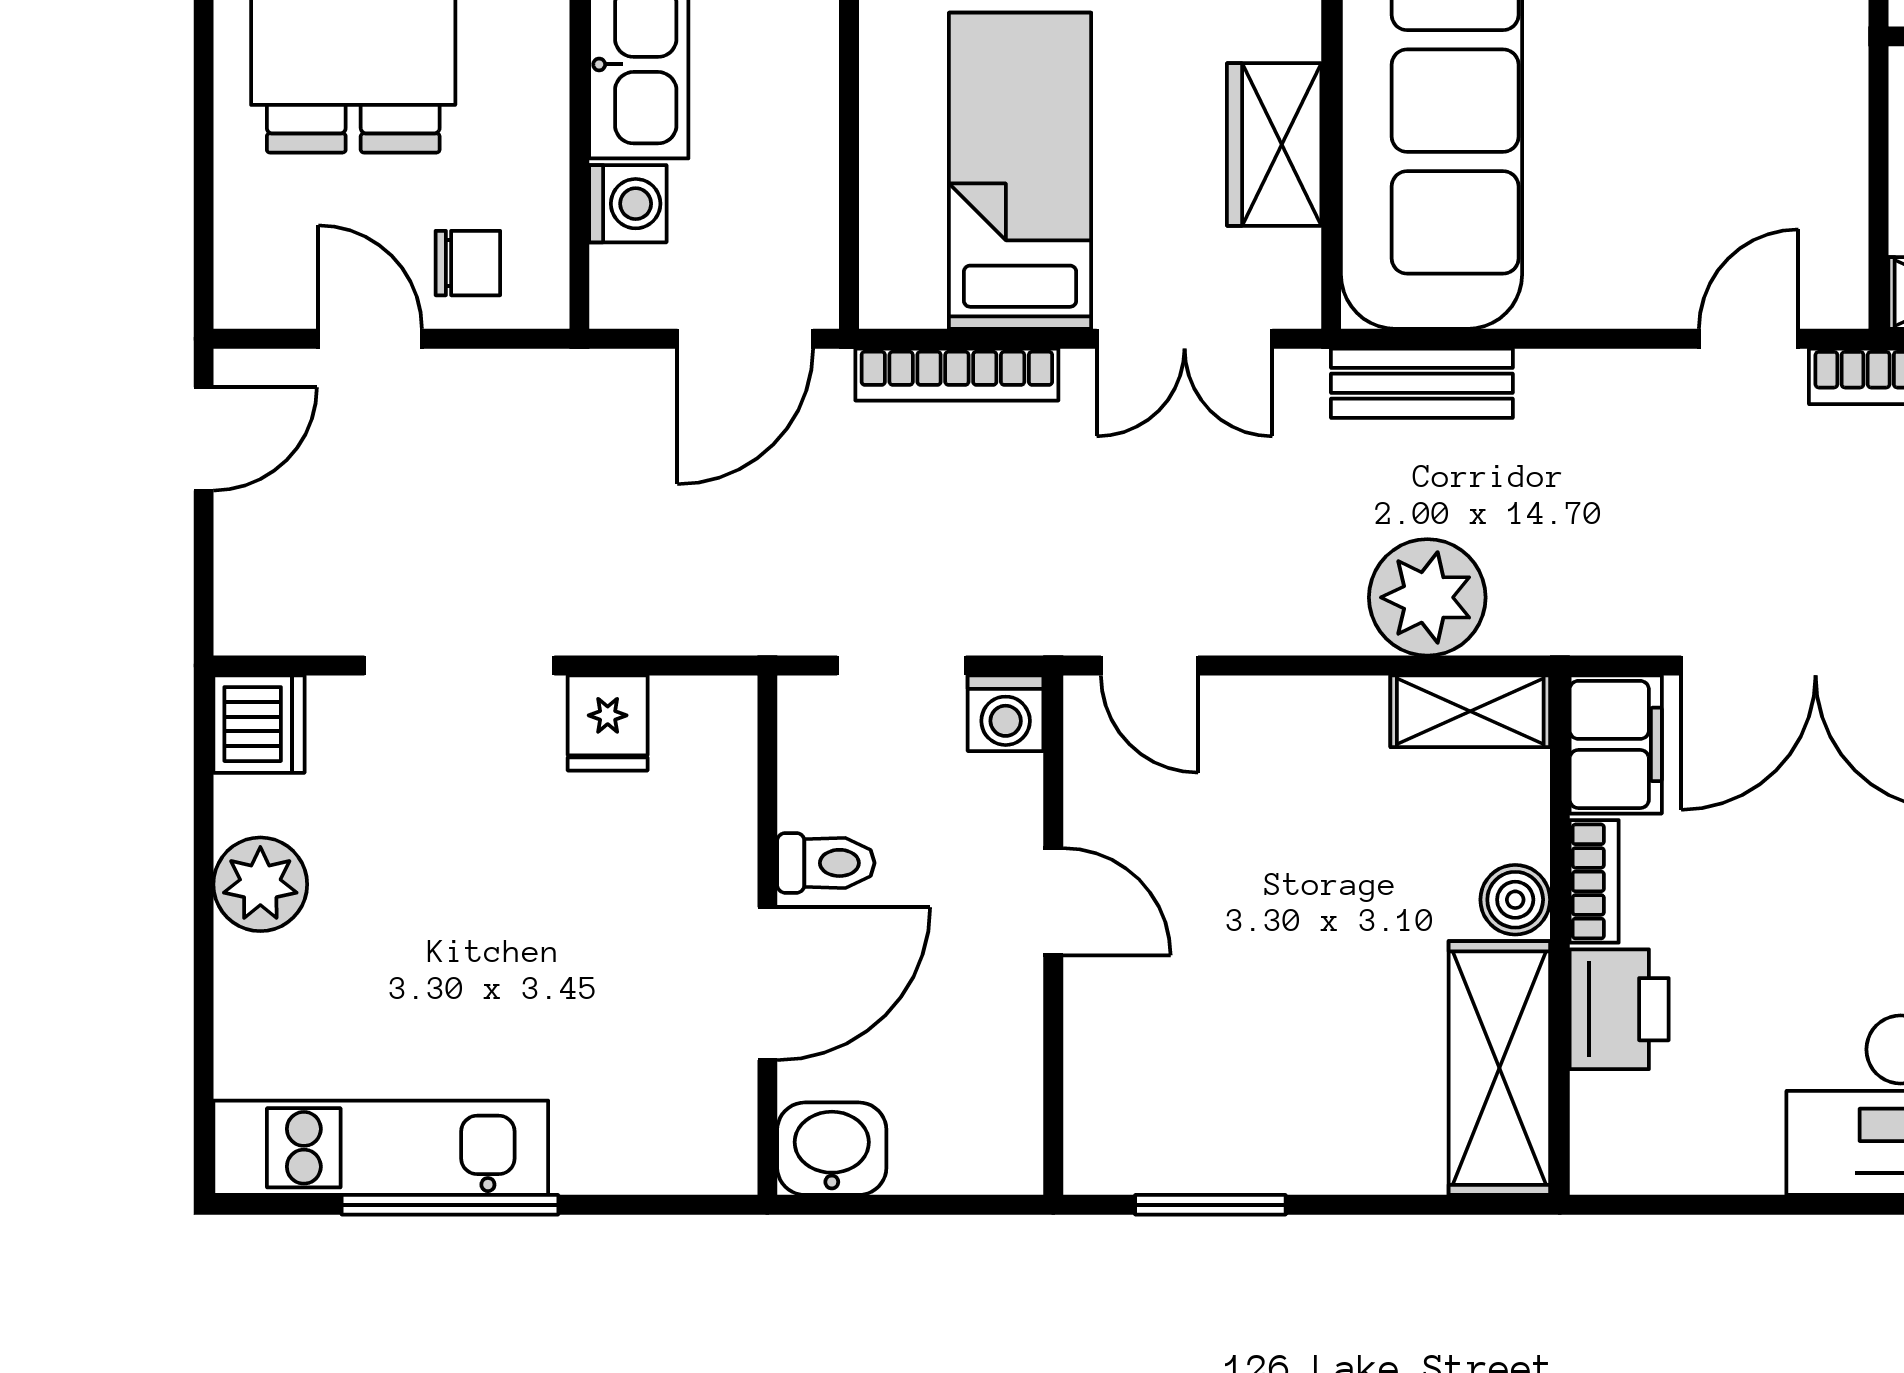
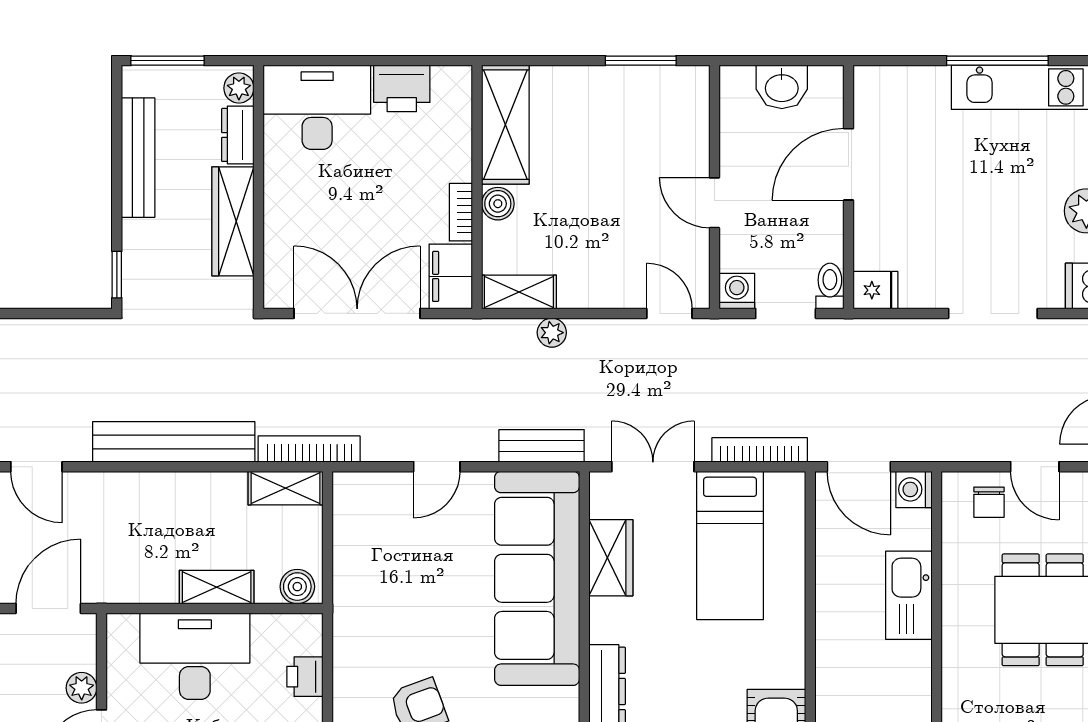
washing machine: (628, 204) -> (914, 489), moved
chair: (468, 263) -> (989, 502), turned -90
door: (745, 339) -> (859, 467), swing flipped
door: (1749, 339) -> (437, 467), moved
plant: (1427, 597) -> (552, 333), width x0.53, depth x0.53
fridge: (608, 723) -> (875, 290), moved, turned 90
toilet: (826, 863) -> (830, 286), moved, turned 90
printer: (1619, 1009) -> (402, 88), moved, turned -90
washbasin: (832, 1149) -> (782, 87), moved

